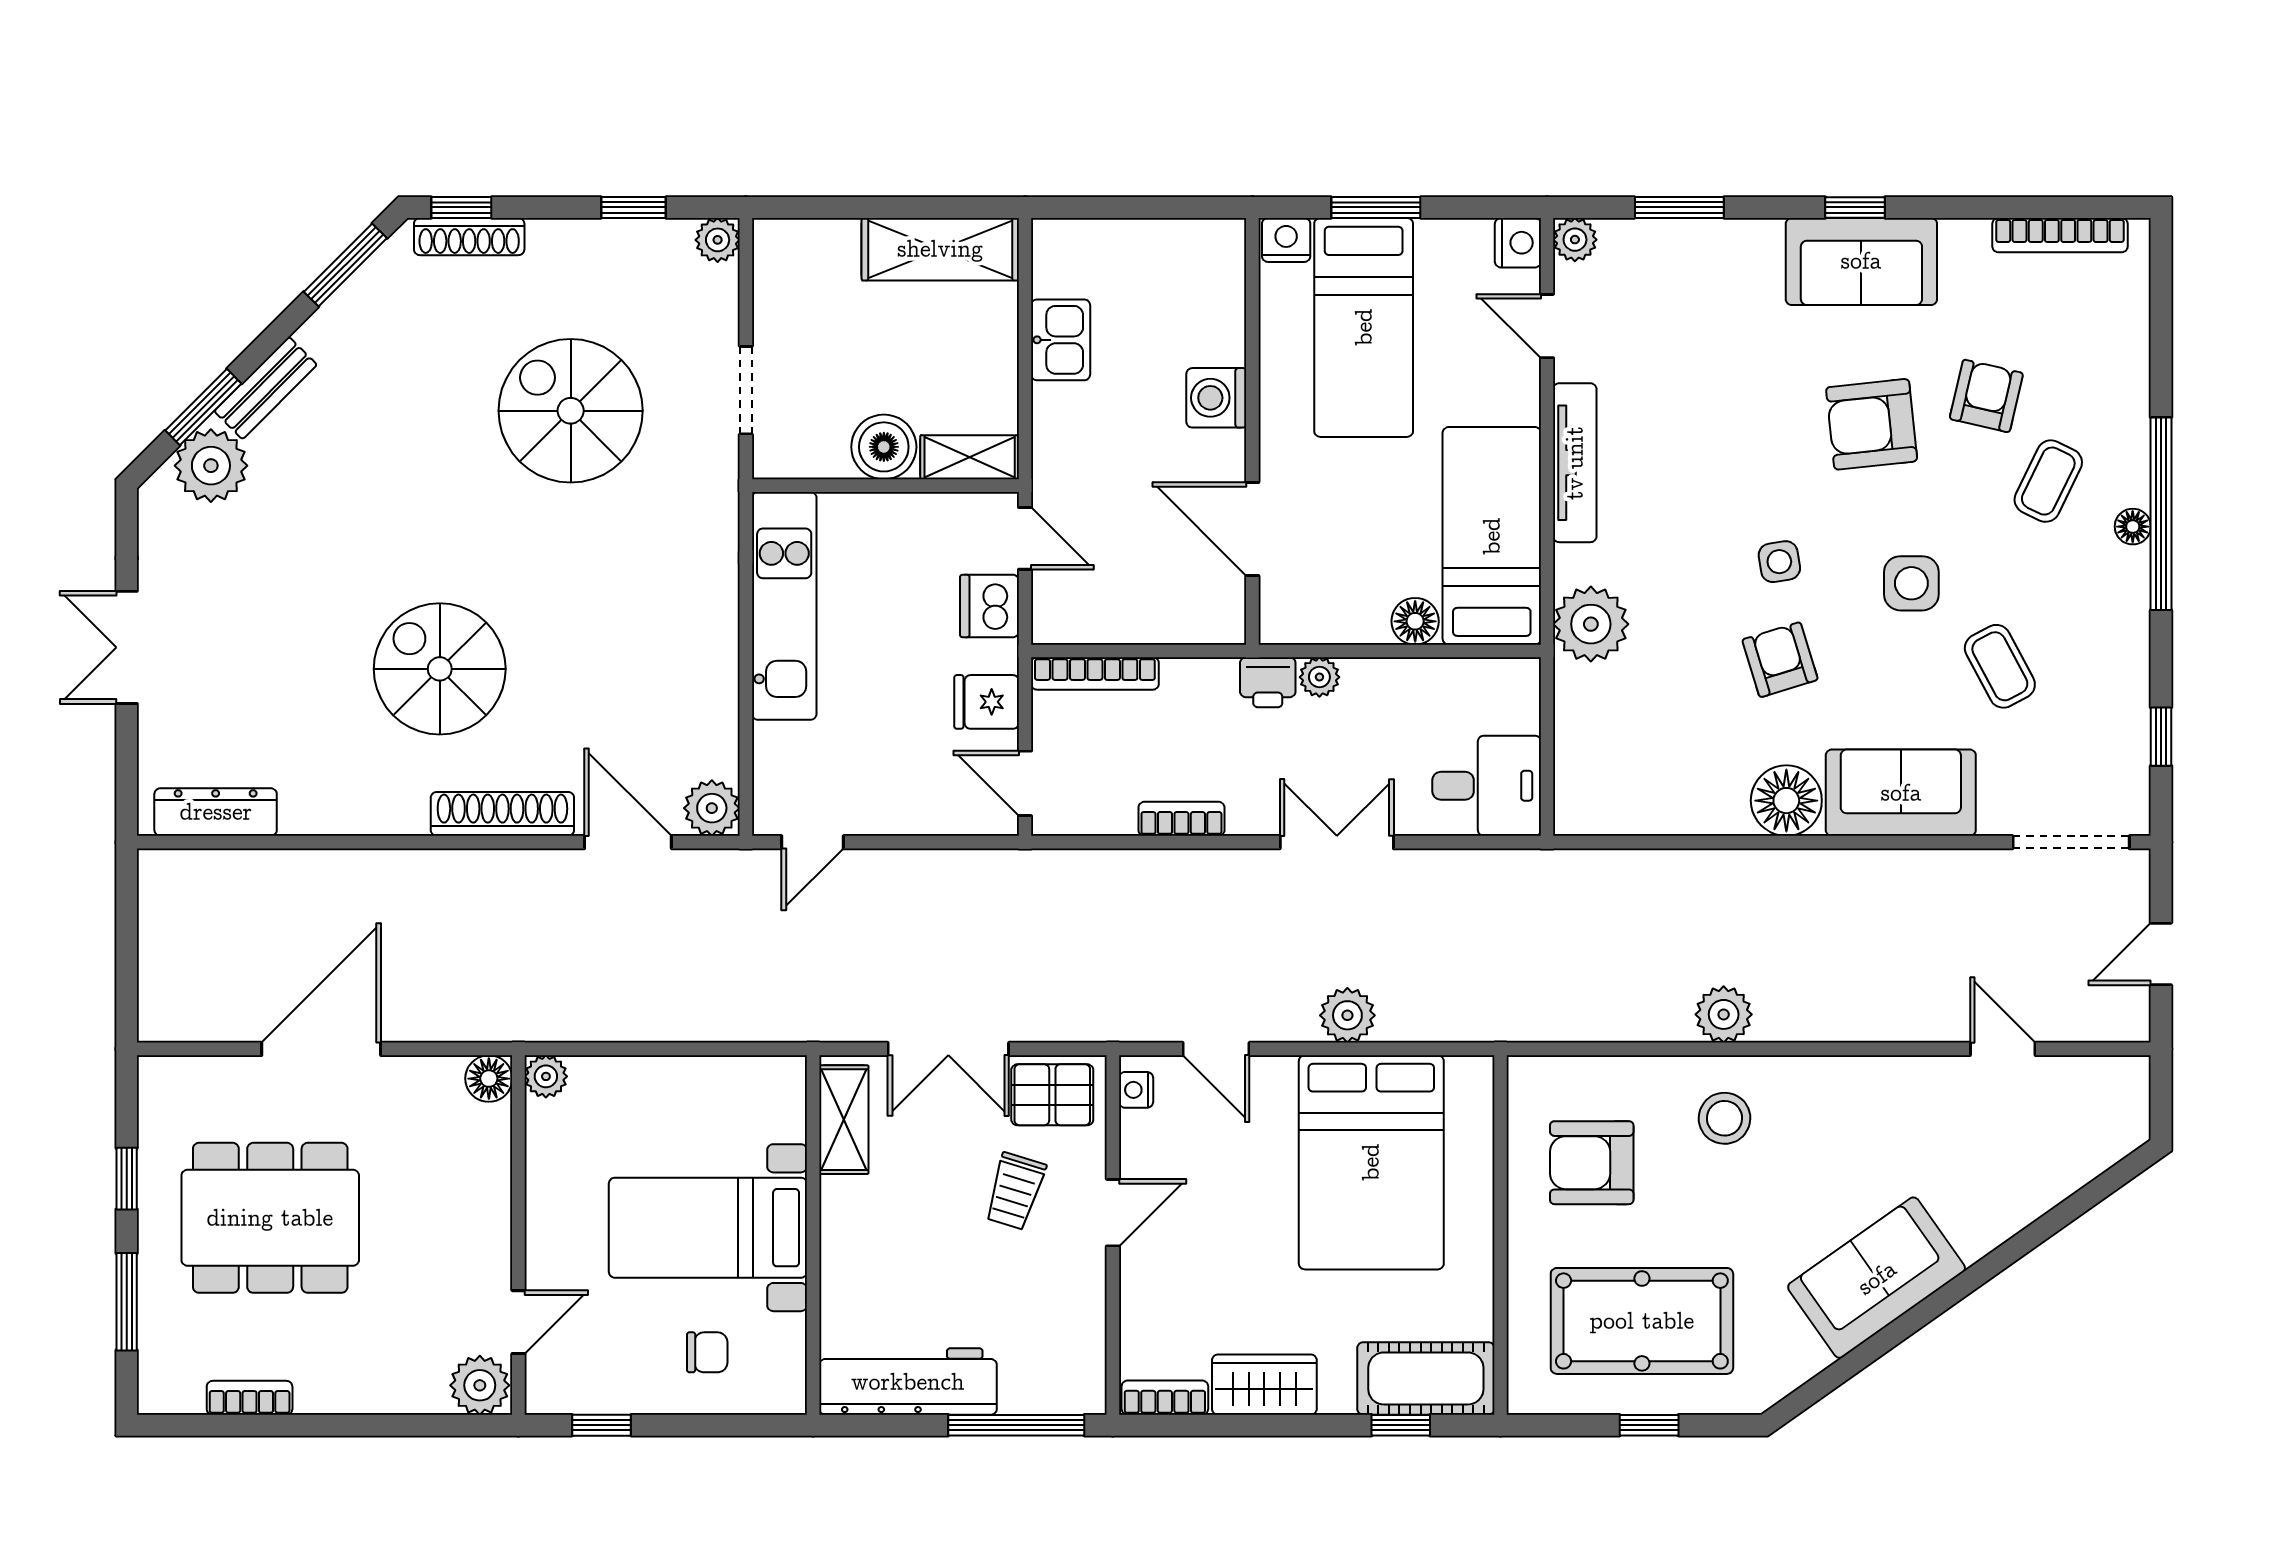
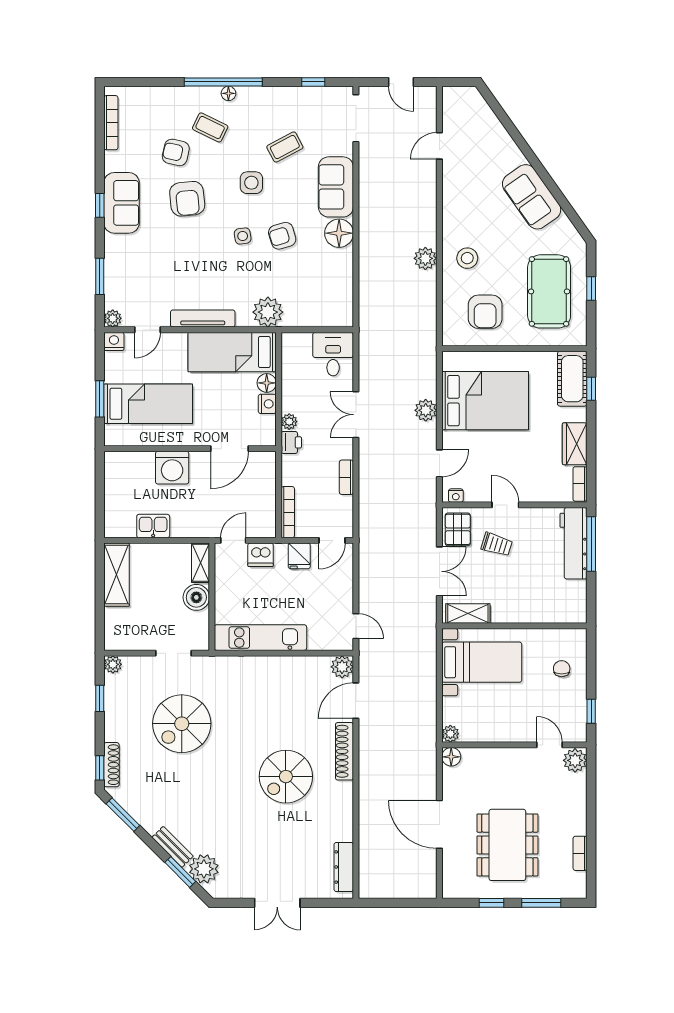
nightstand: (1286, 240) -> (267, 404), moved, turned 180
washing machine: (1216, 398) -> (172, 468), width x1.37, depth x1.37
bed with nightstands: (708, 1228) -> (482, 662), moved, turned -90
workbench: (908, 1382) -> (573, 543), moved

